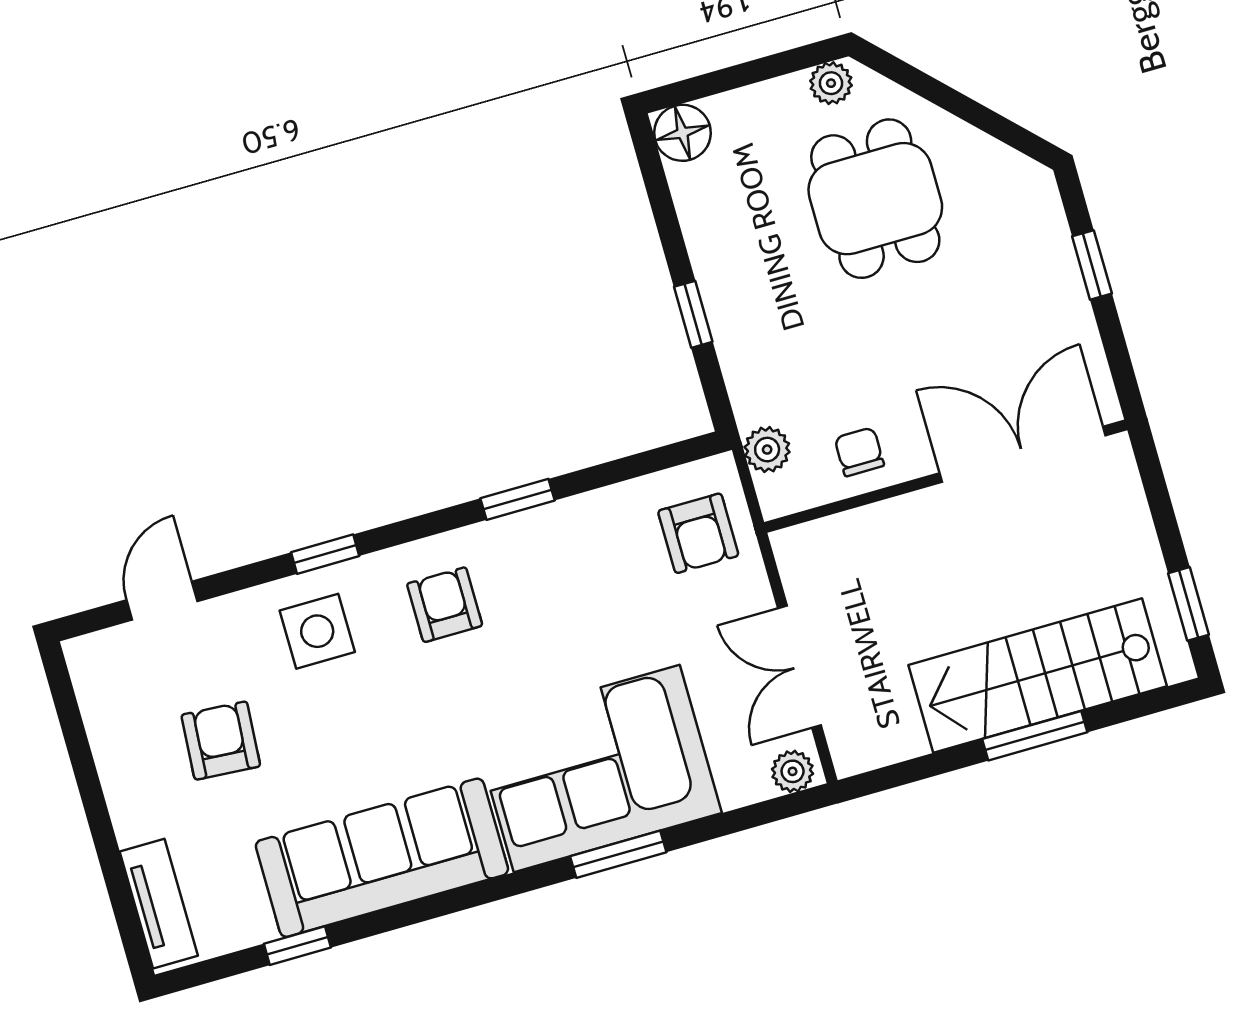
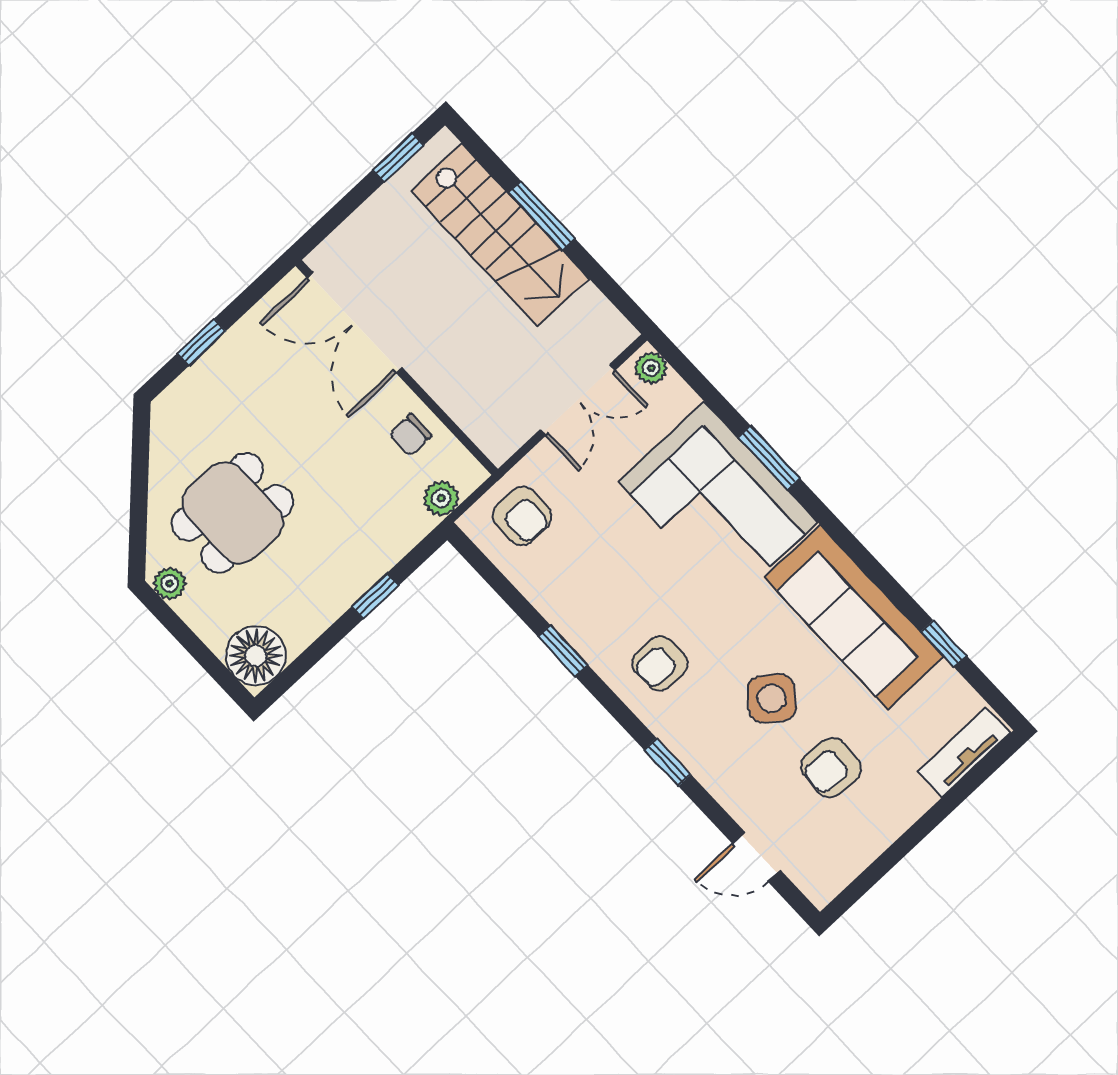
floor lamp: (683, 133) -> (256, 656), width x1.38, depth x1.38
armchair: (698, 533) -> (522, 516), turned 91
side table: (317, 631) -> (772, 698), moved, turned 38

